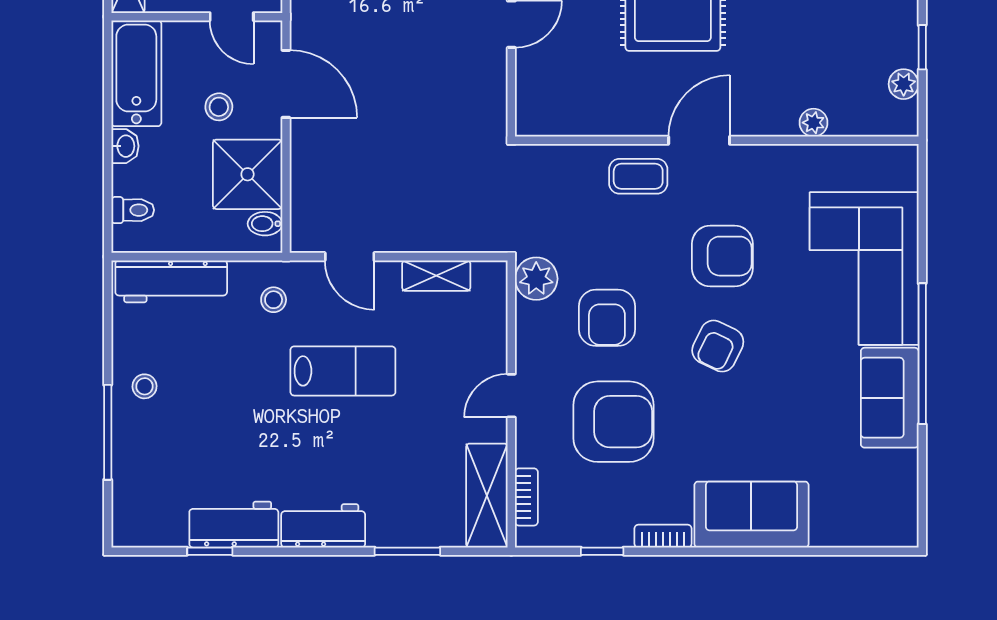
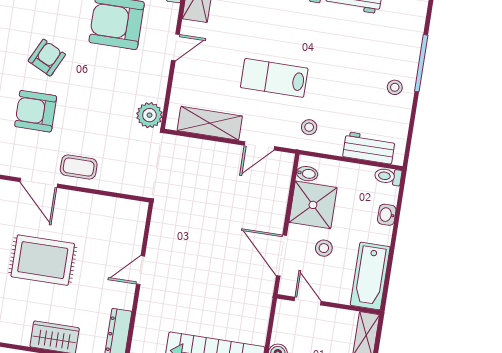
door: (699, 140) -> (39, 183), hinge flipped
washbasin: (125, 146) -> (387, 215), moved
toilet: (133, 210) -> (388, 176), moved
door: (350, 257) -> (259, 146), swing flipped
shelving: (436, 276) -> (210, 123), width x1.50, depth x1.33
workbench: (171, 281) -> (369, 148), width x0.73
armchair: (607, 318) -> (111, 85), removed

